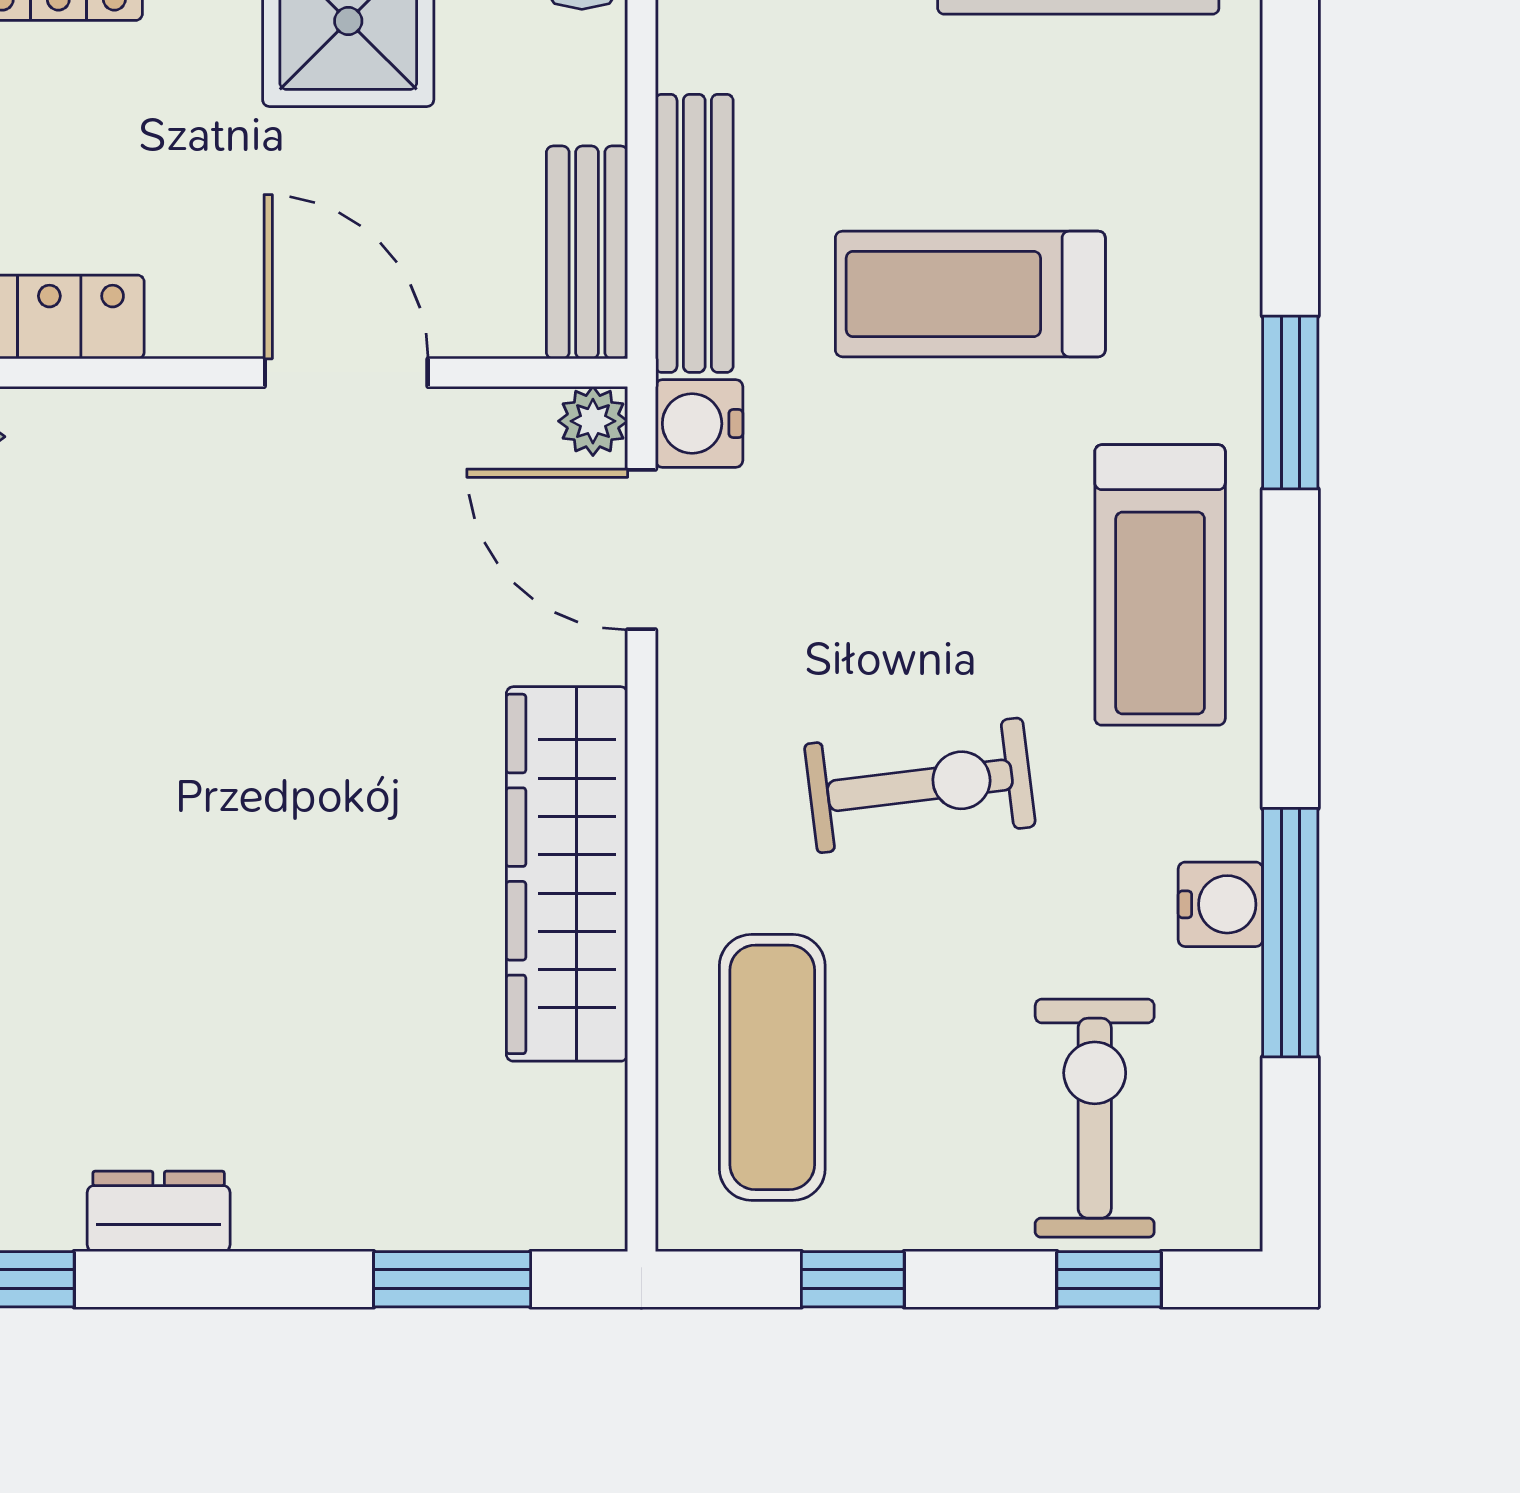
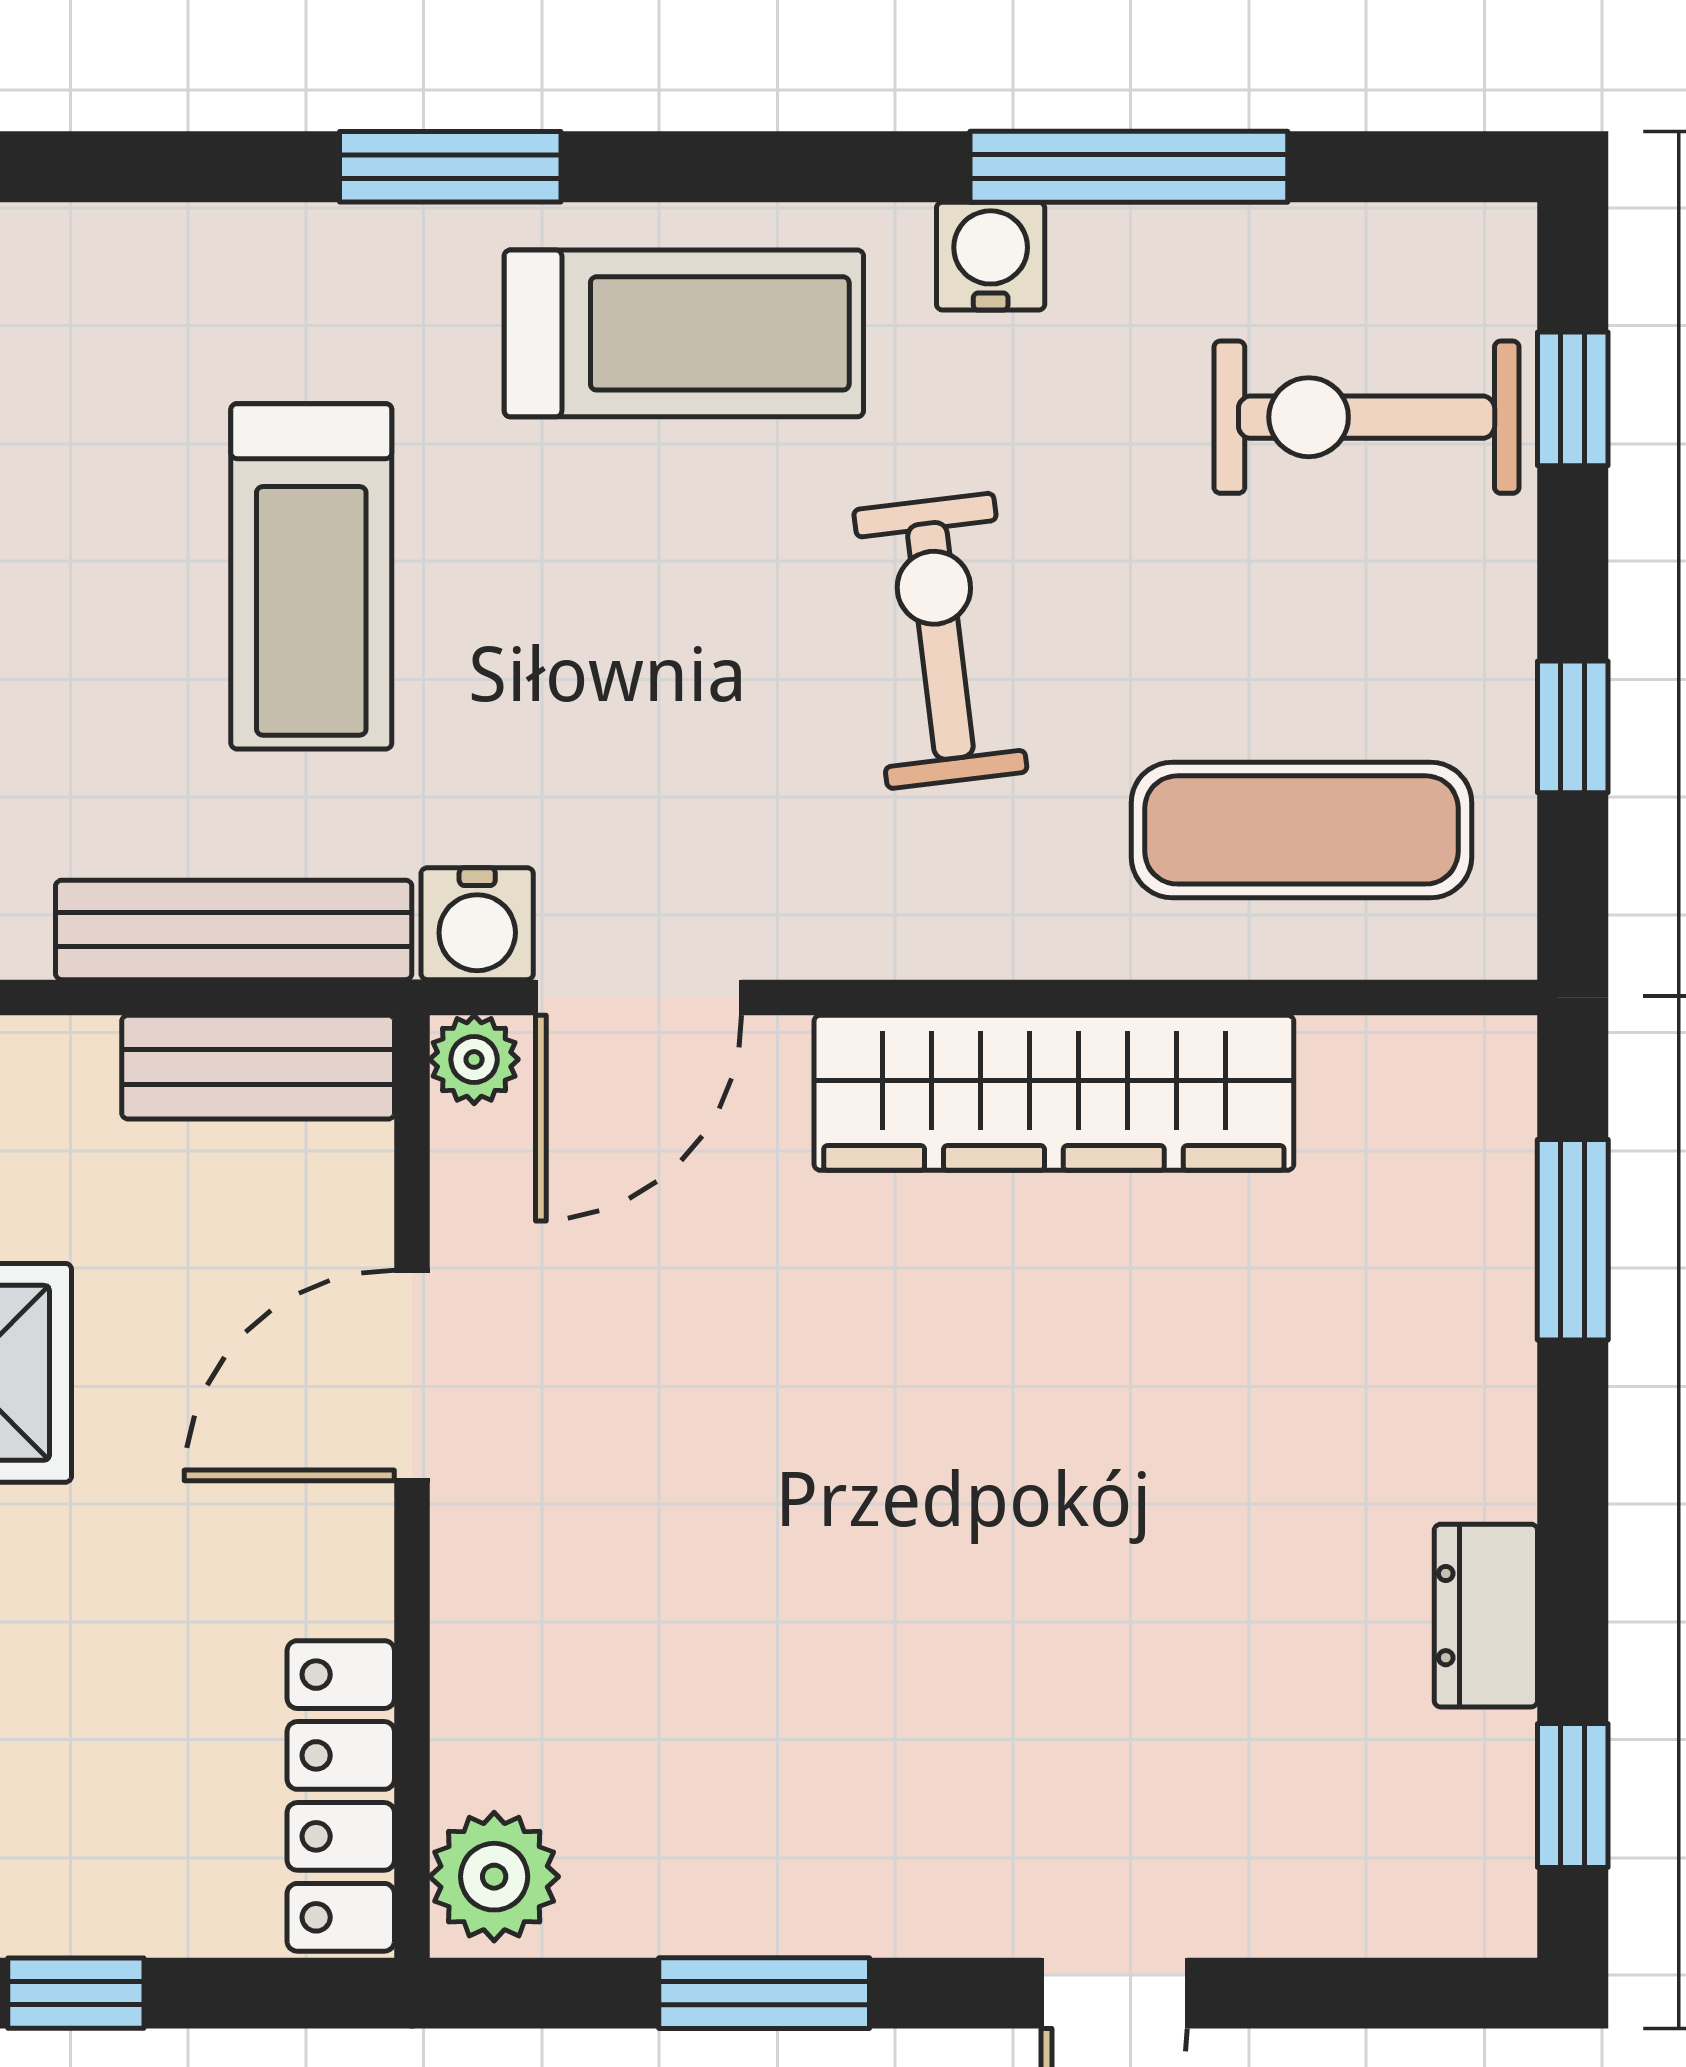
water cooler: (1220, 904) -> (991, 256), moved

